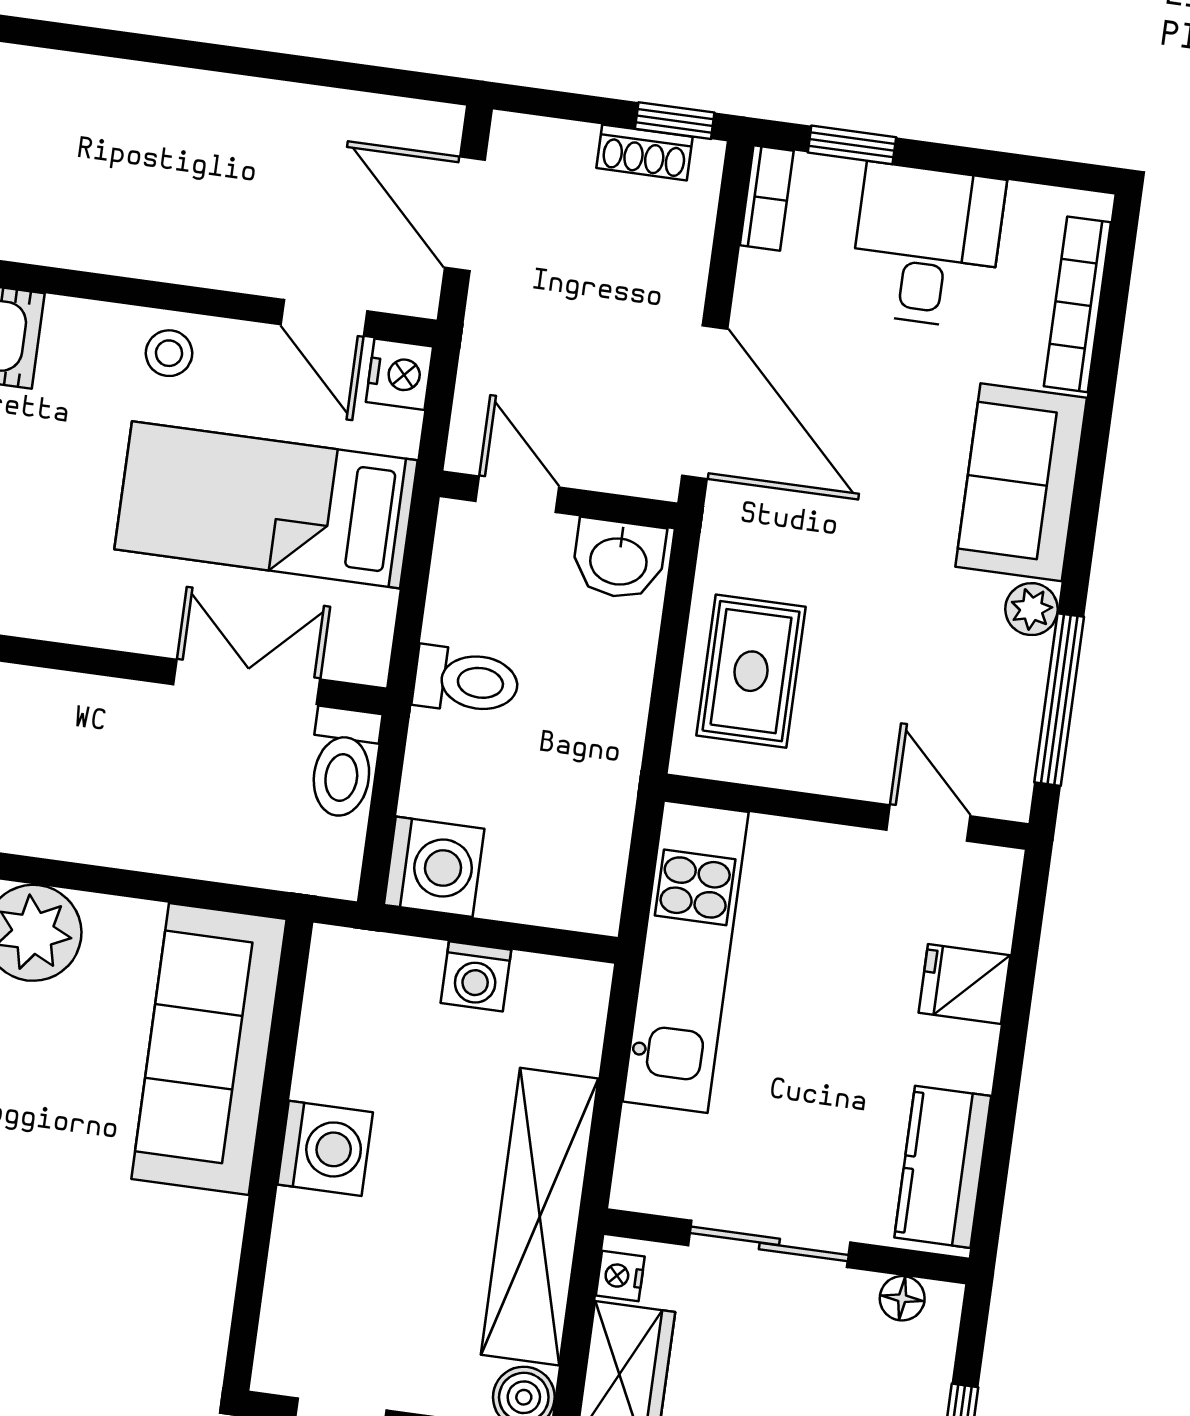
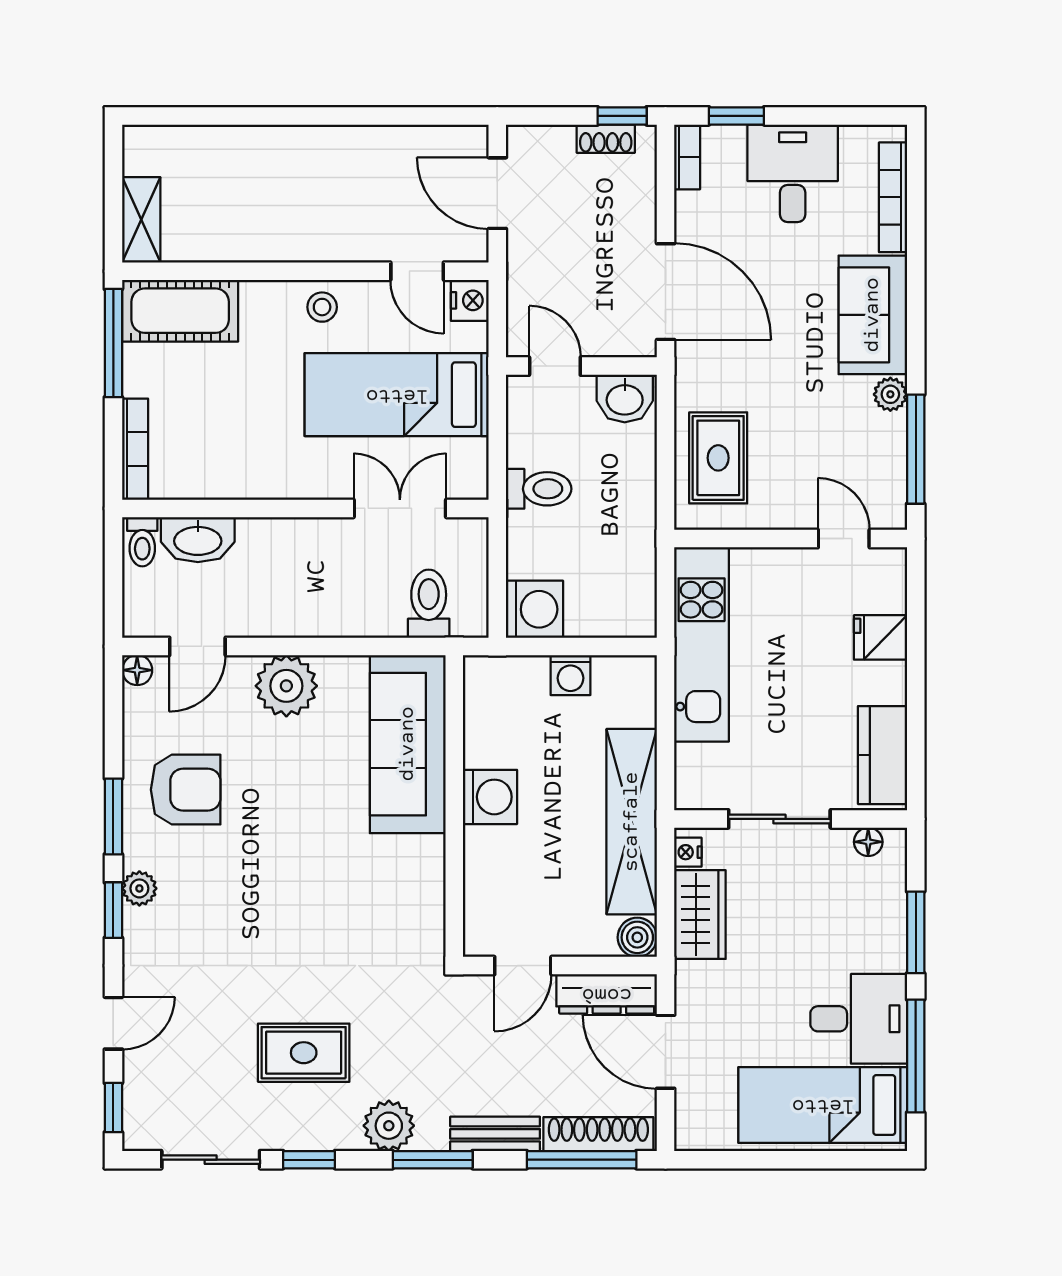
toilet: (343, 763) -> (429, 604), moved, turned 180

